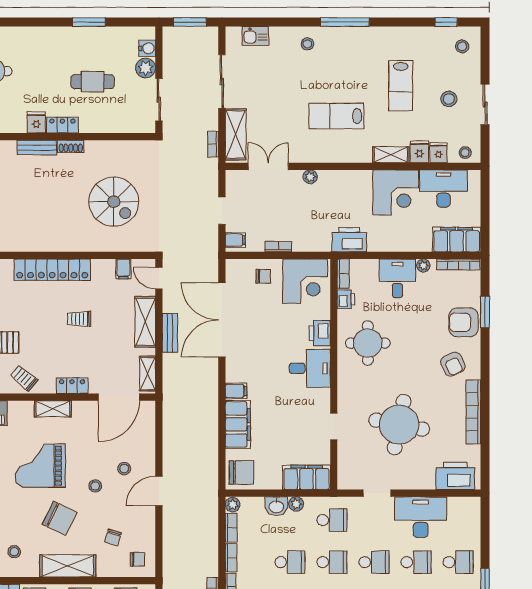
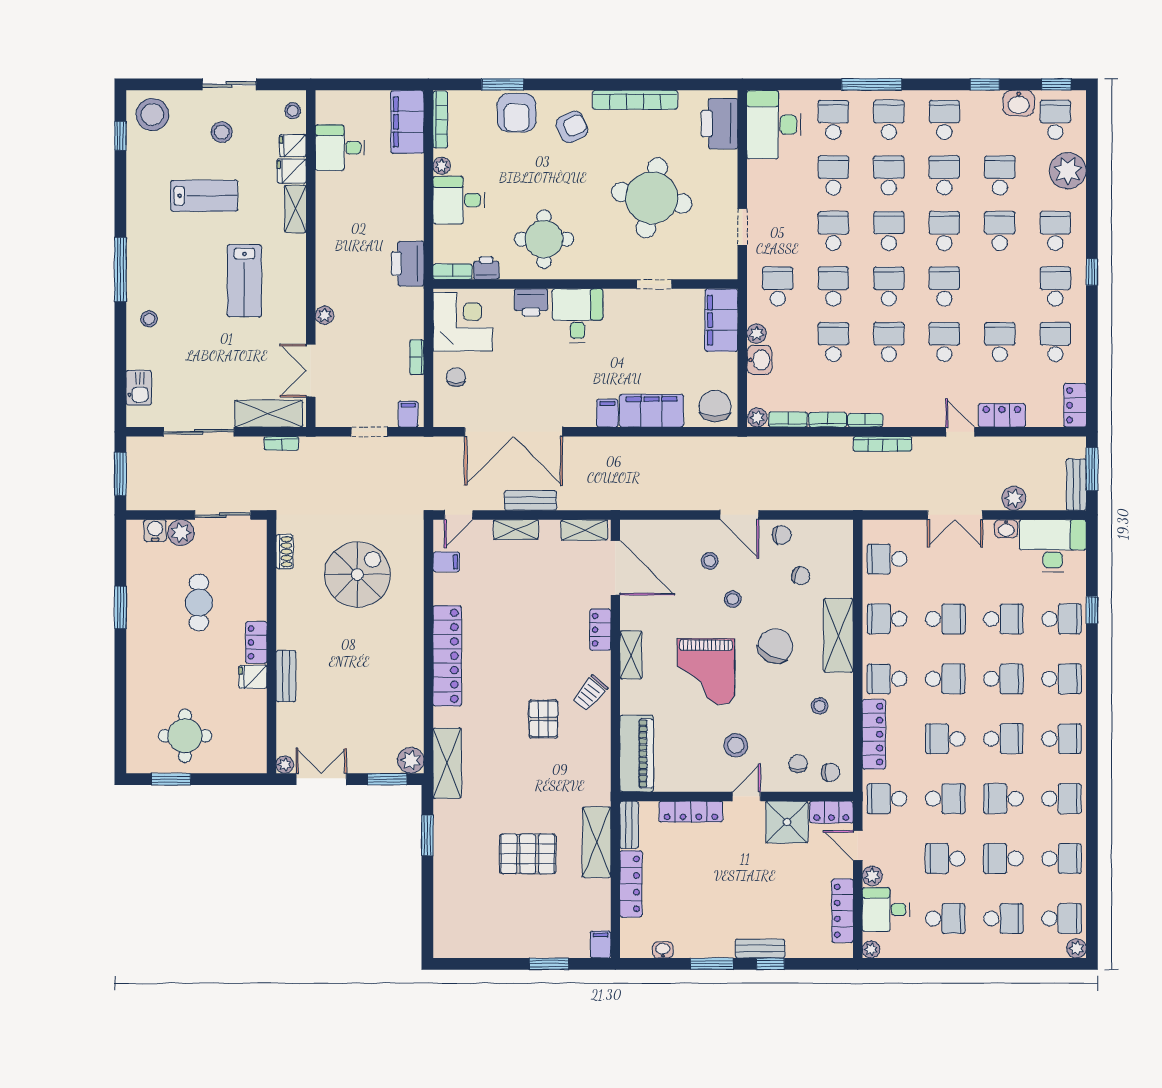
stool: (462, 46) -> (152, 115), width x1.89, depth x1.89
shoe rack: (71, 146) -> (284, 552), moved
desk: (443, 188) -> (340, 148), width x0.73
corner desk: (396, 192) -> (345, 202), removed
trolley: (79, 319) -> (512, 620), removed
shelving: (145, 322) -> (516, 530), width x0.67, depth x0.75
desk: (421, 517) -> (774, 125), moved
chair: (137, 559) -> (781, 535), moved, turned 90

